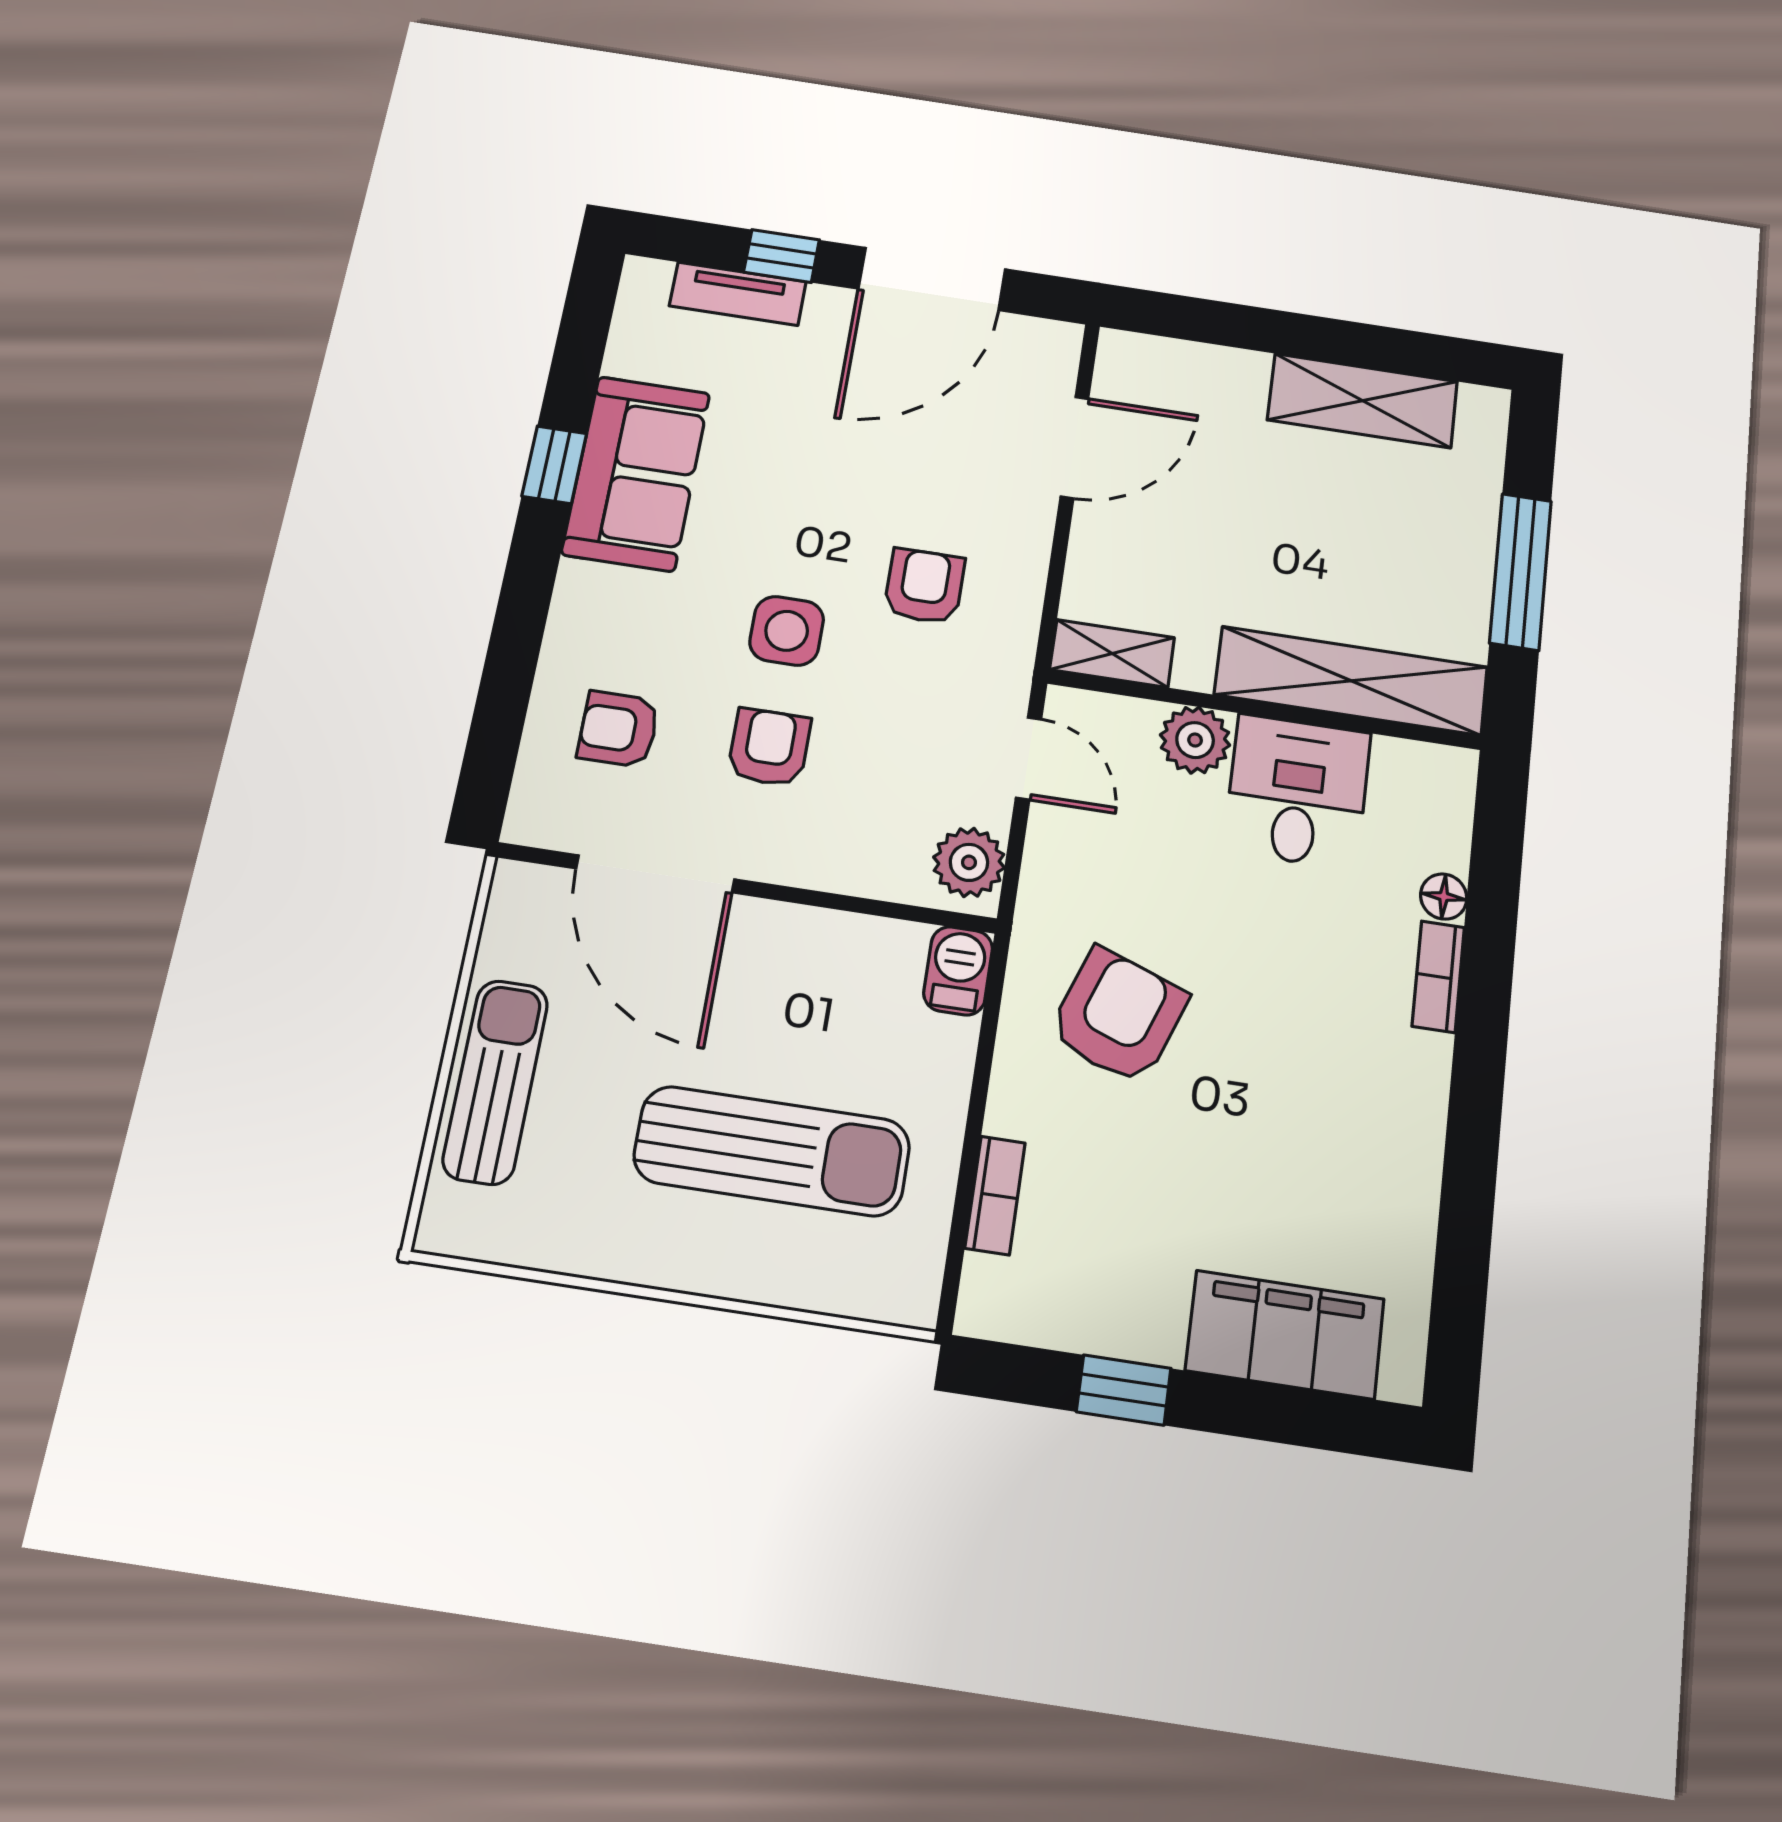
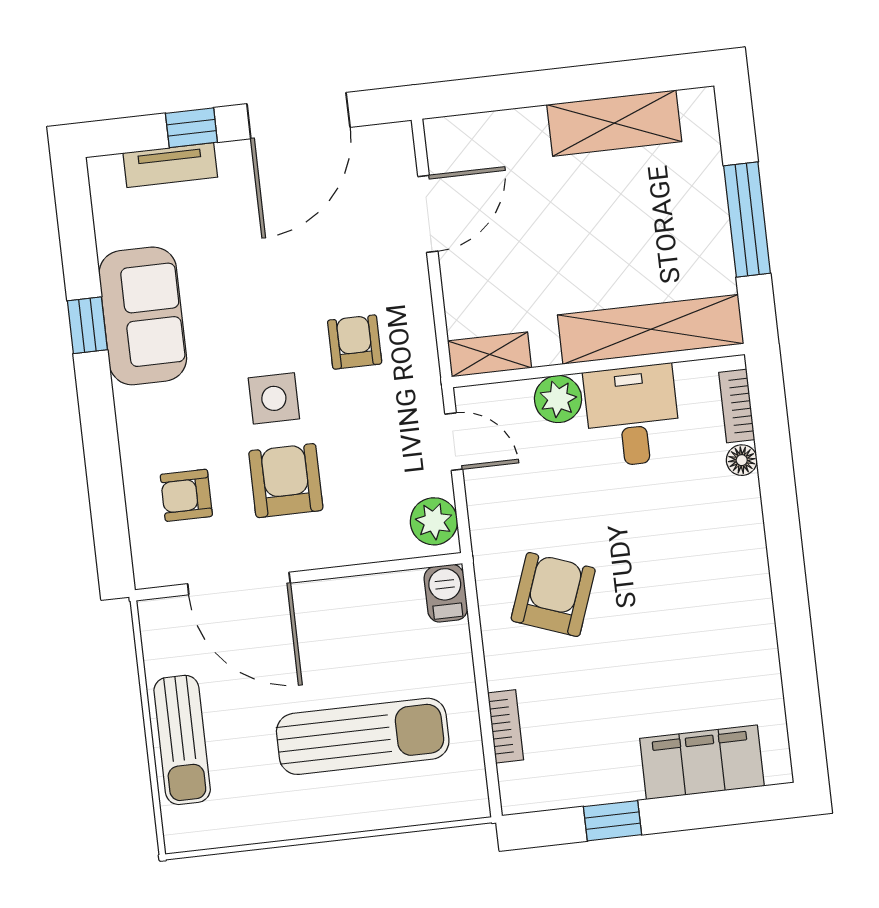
armchair: (769, 747) -> (286, 481), width x1.38, depth x1.38
bookcase: (1438, 977) -> (737, 406), moved
sun lounger: (495, 1082) -> (182, 740), turned 180

